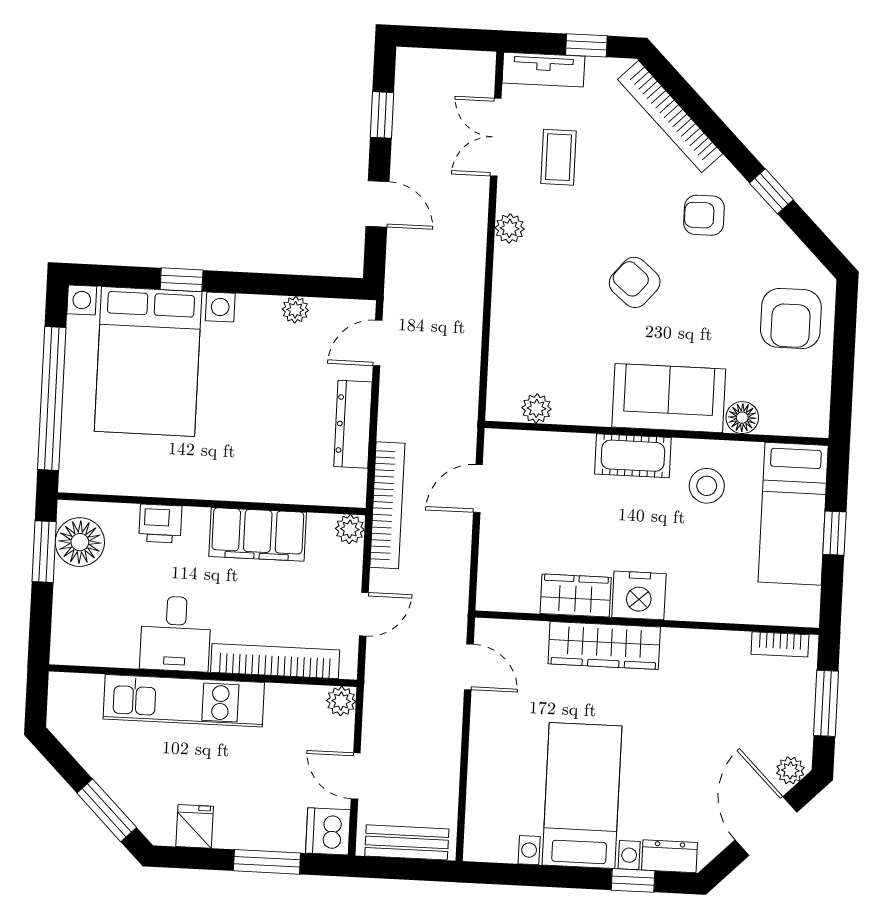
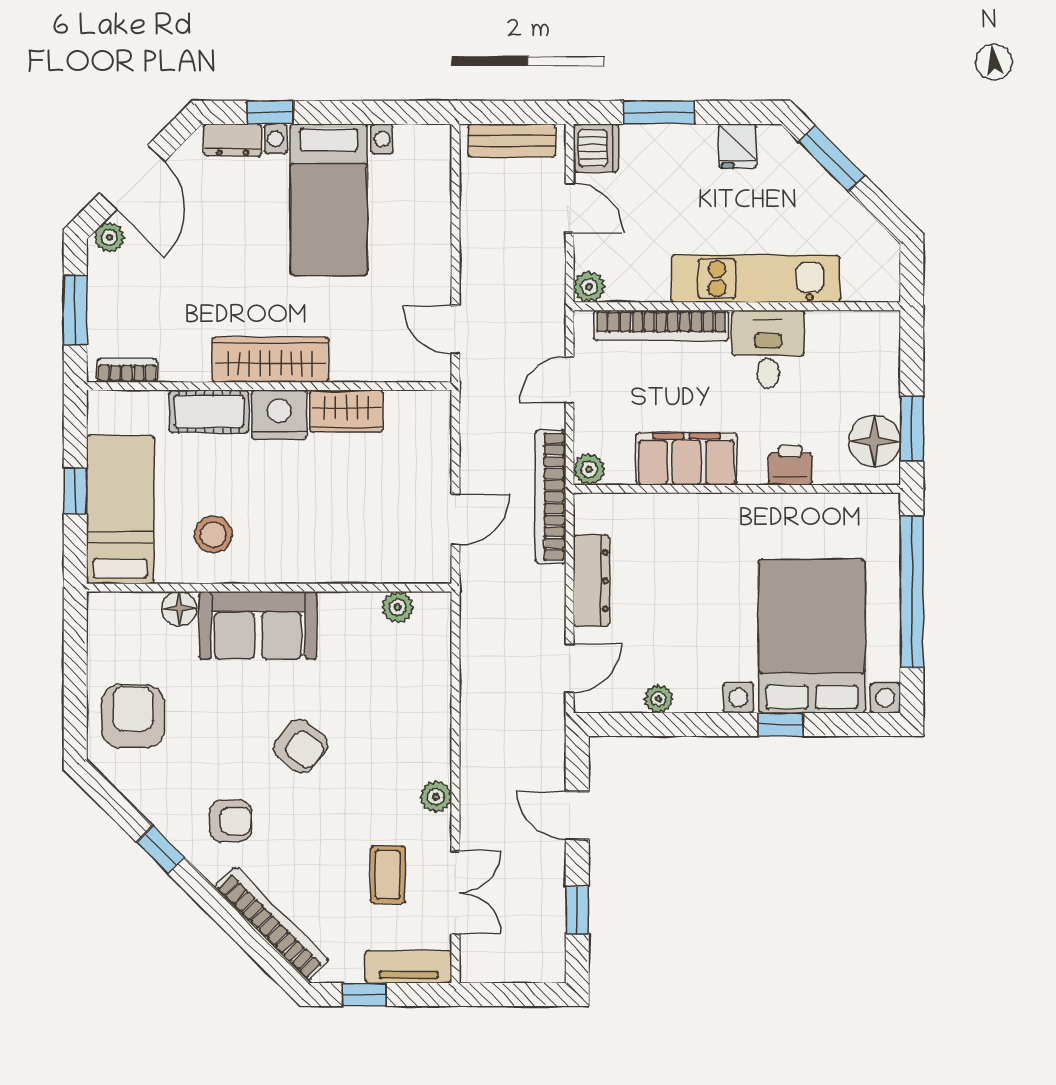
cot: (633, 456) -> (209, 411), moved
wardrobe: (604, 645) -> (270, 360), moved

